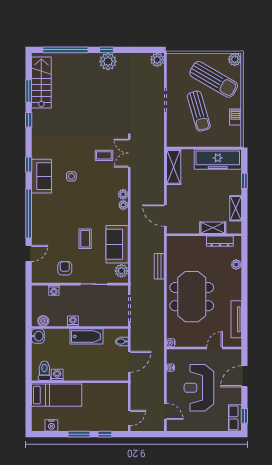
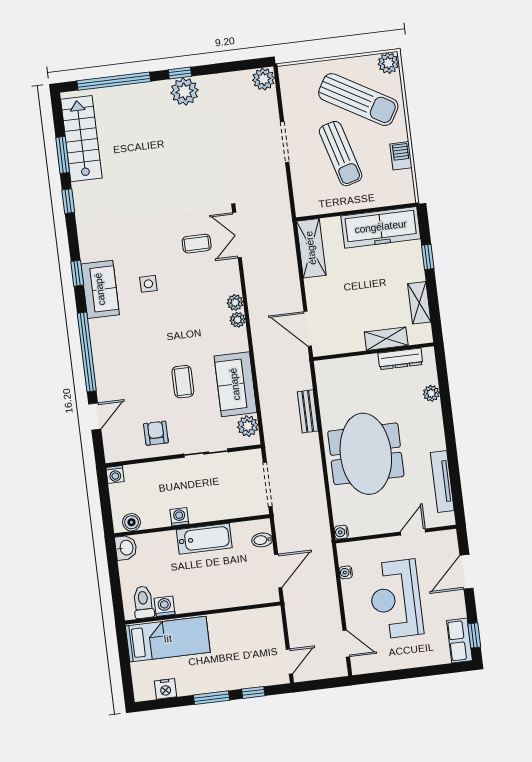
washing machine: (54, 290) -> (115, 474), moved

